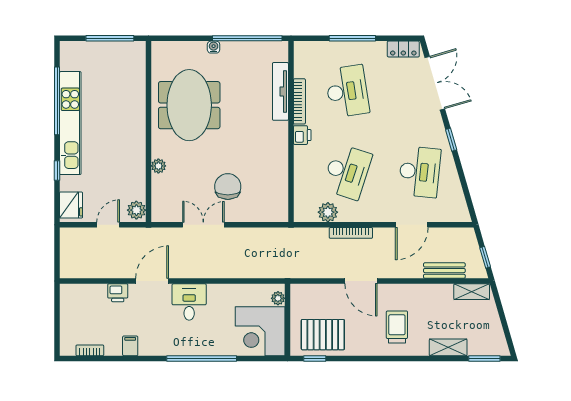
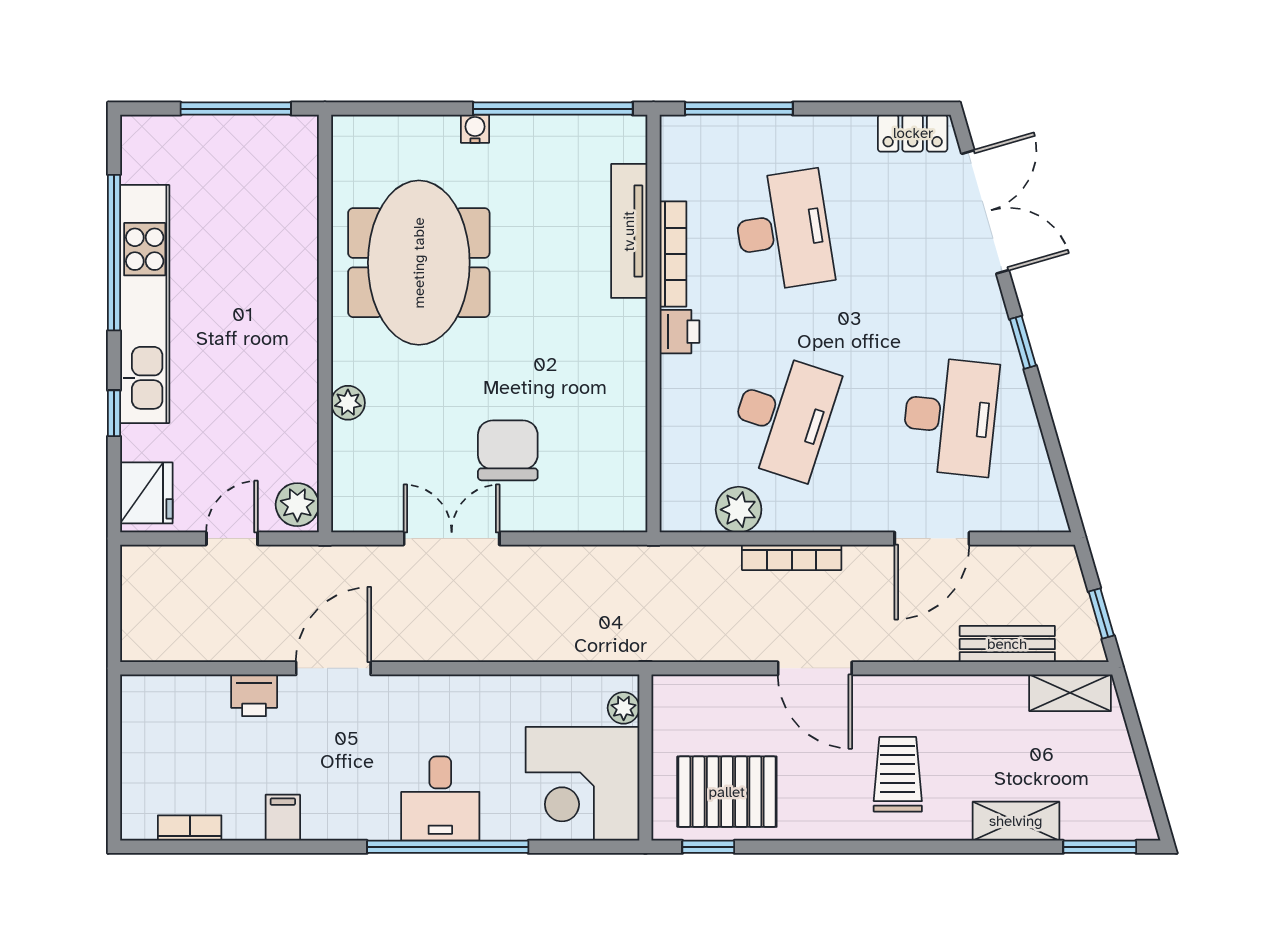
window: (352, 38) -> (739, 109), moved
desk: (189, 302) -> (440, 799), moved, turned 180

